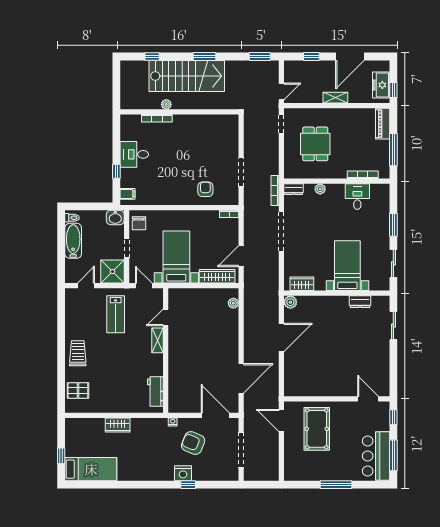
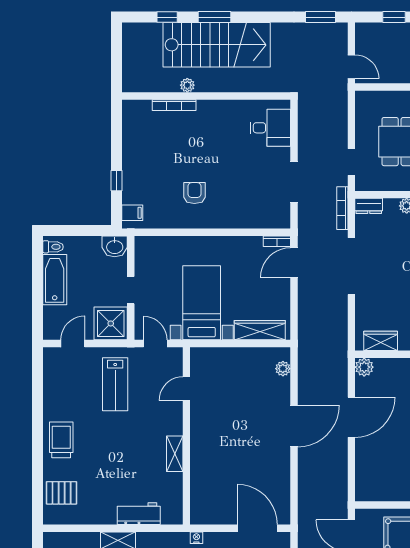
window: (204, 57) -> (214, 17), moved
door: (281, 91) -> (351, 67), hinge flipped
doorway: (281, 124) -> (351, 162), moved
desk: (134, 154) -> (270, 128), moved, turned 180
armchair: (205, 189) -> (194, 193), moved
chair: (139, 223) -> (148, 255), removed
door: (241, 256) -> (294, 263), moved
shelving: (157, 340) -> (175, 454), moved
door: (241, 378) -> (294, 426), moved
workbench: (155, 391) -> (139, 514), moved, turned 90

